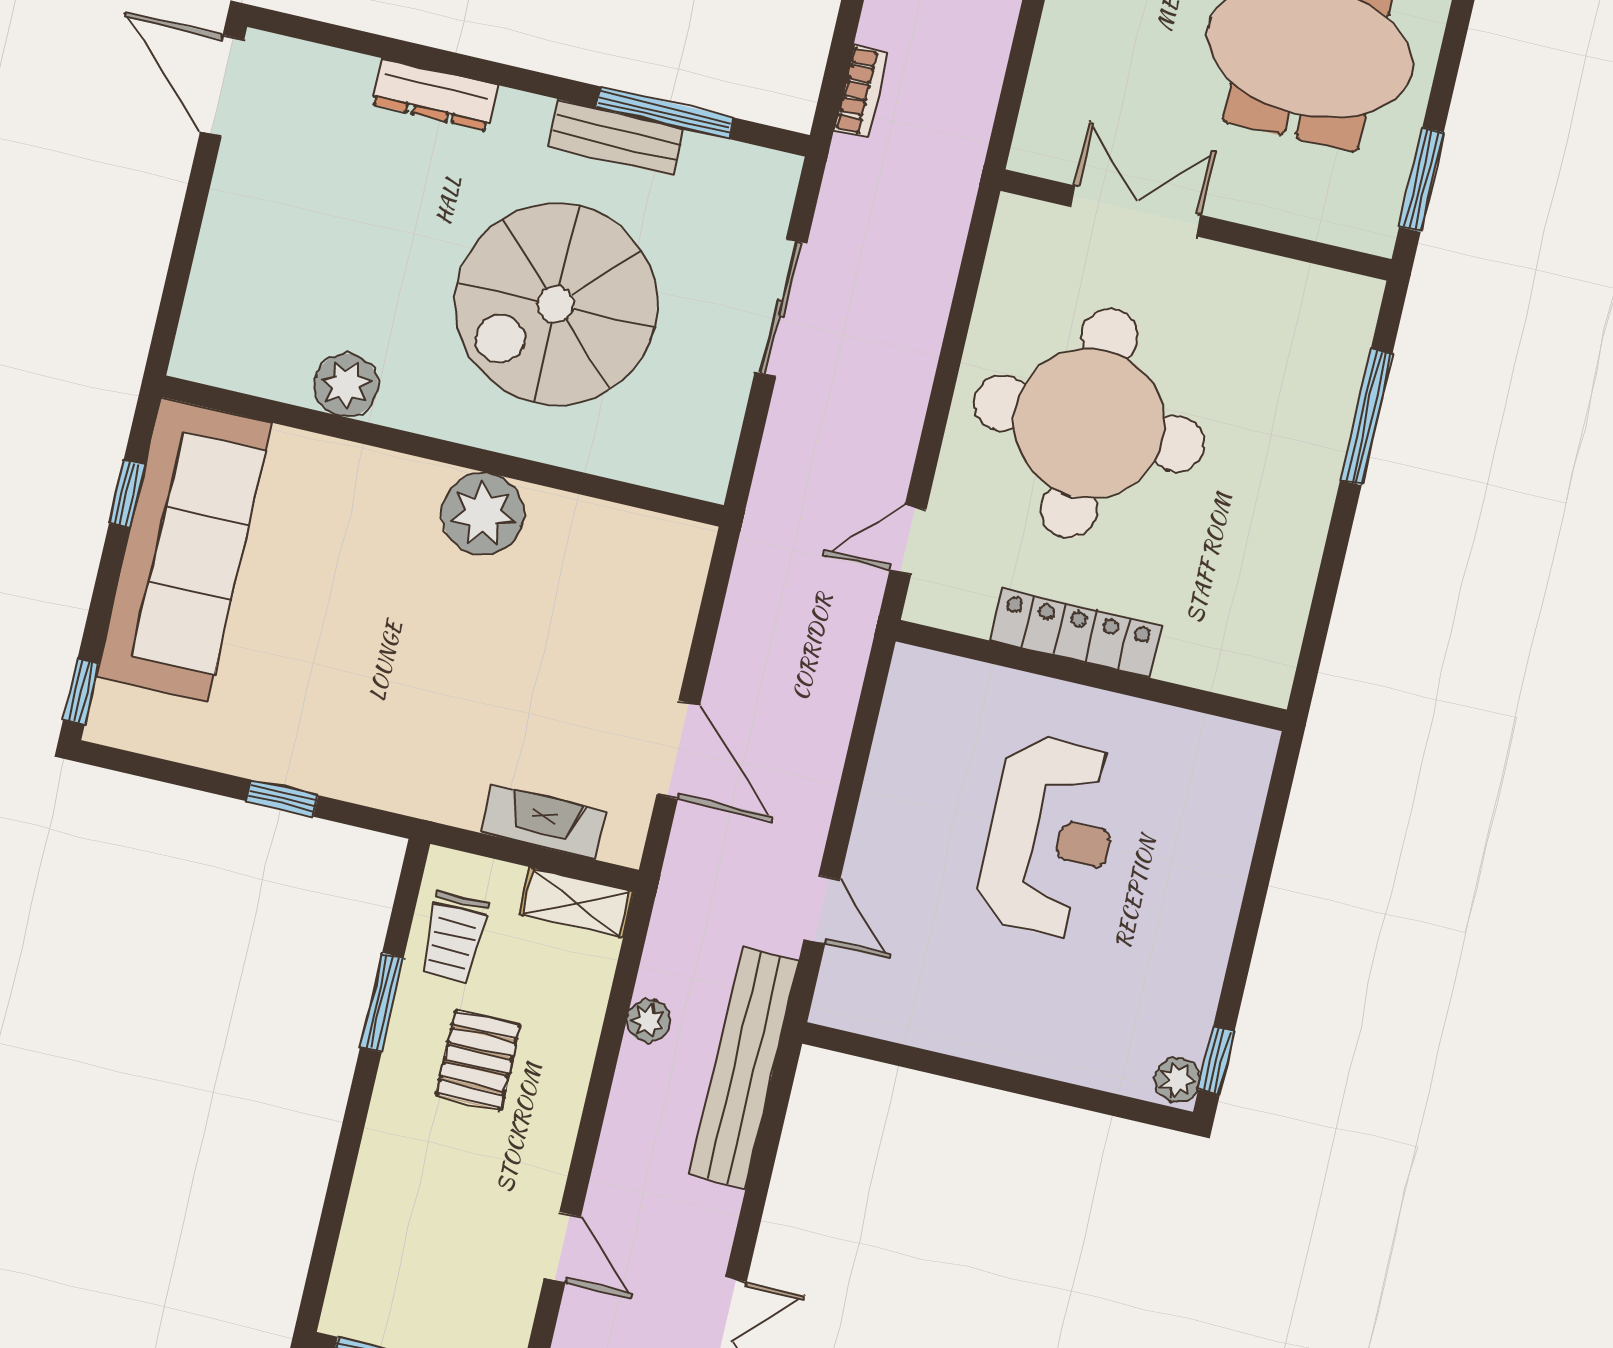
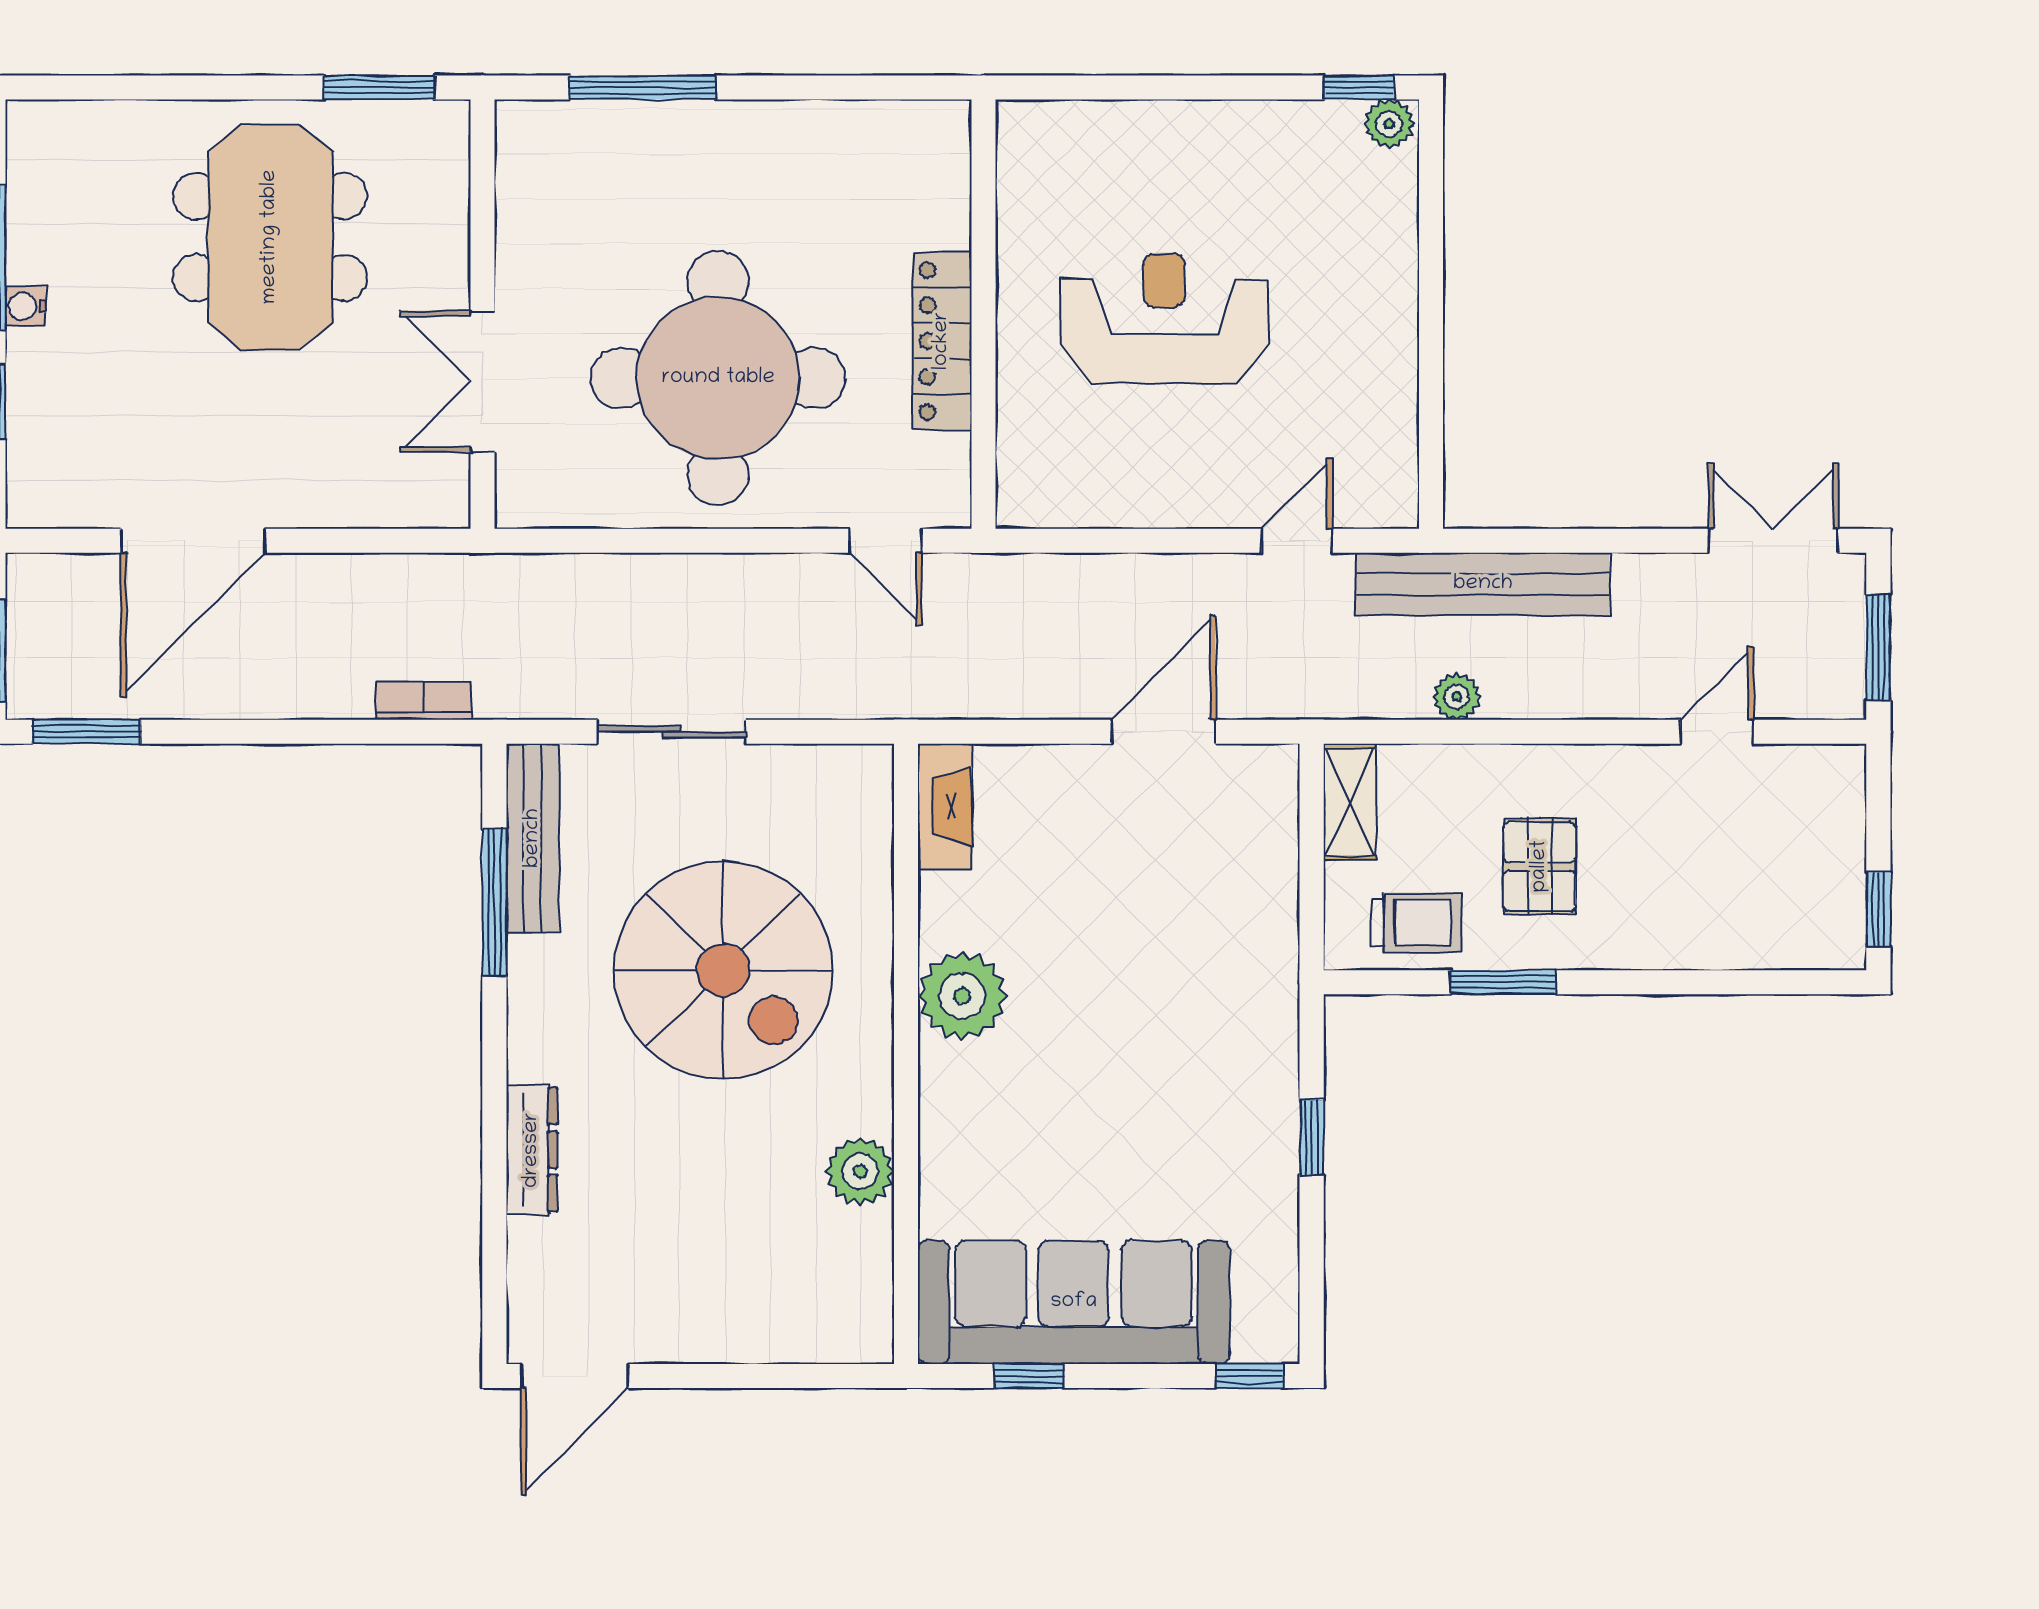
bench: (616, 138) -> (533, 838), moved, width x1.36
fireplace: (543, 822) -> (945, 807), moved, turned 180
pallet: (478, 1060) -> (1540, 866), turned 90

